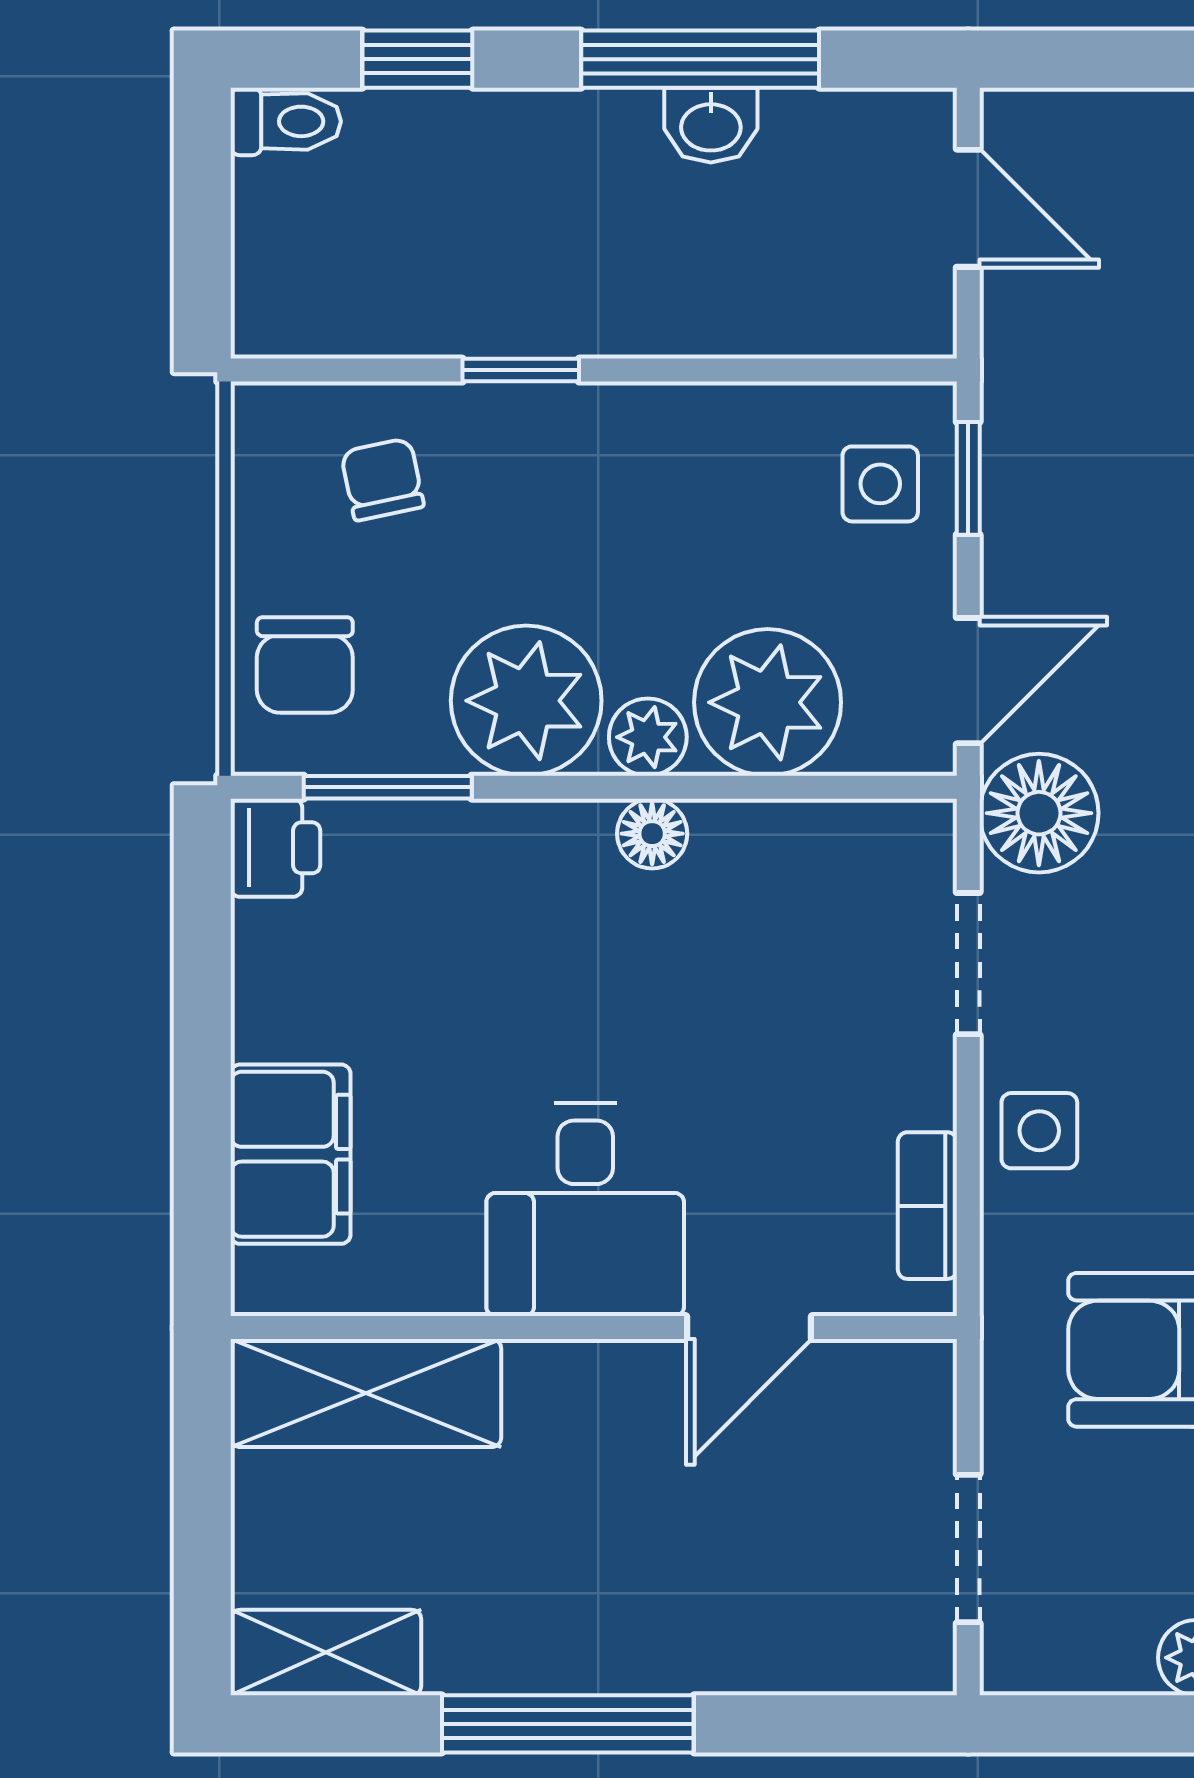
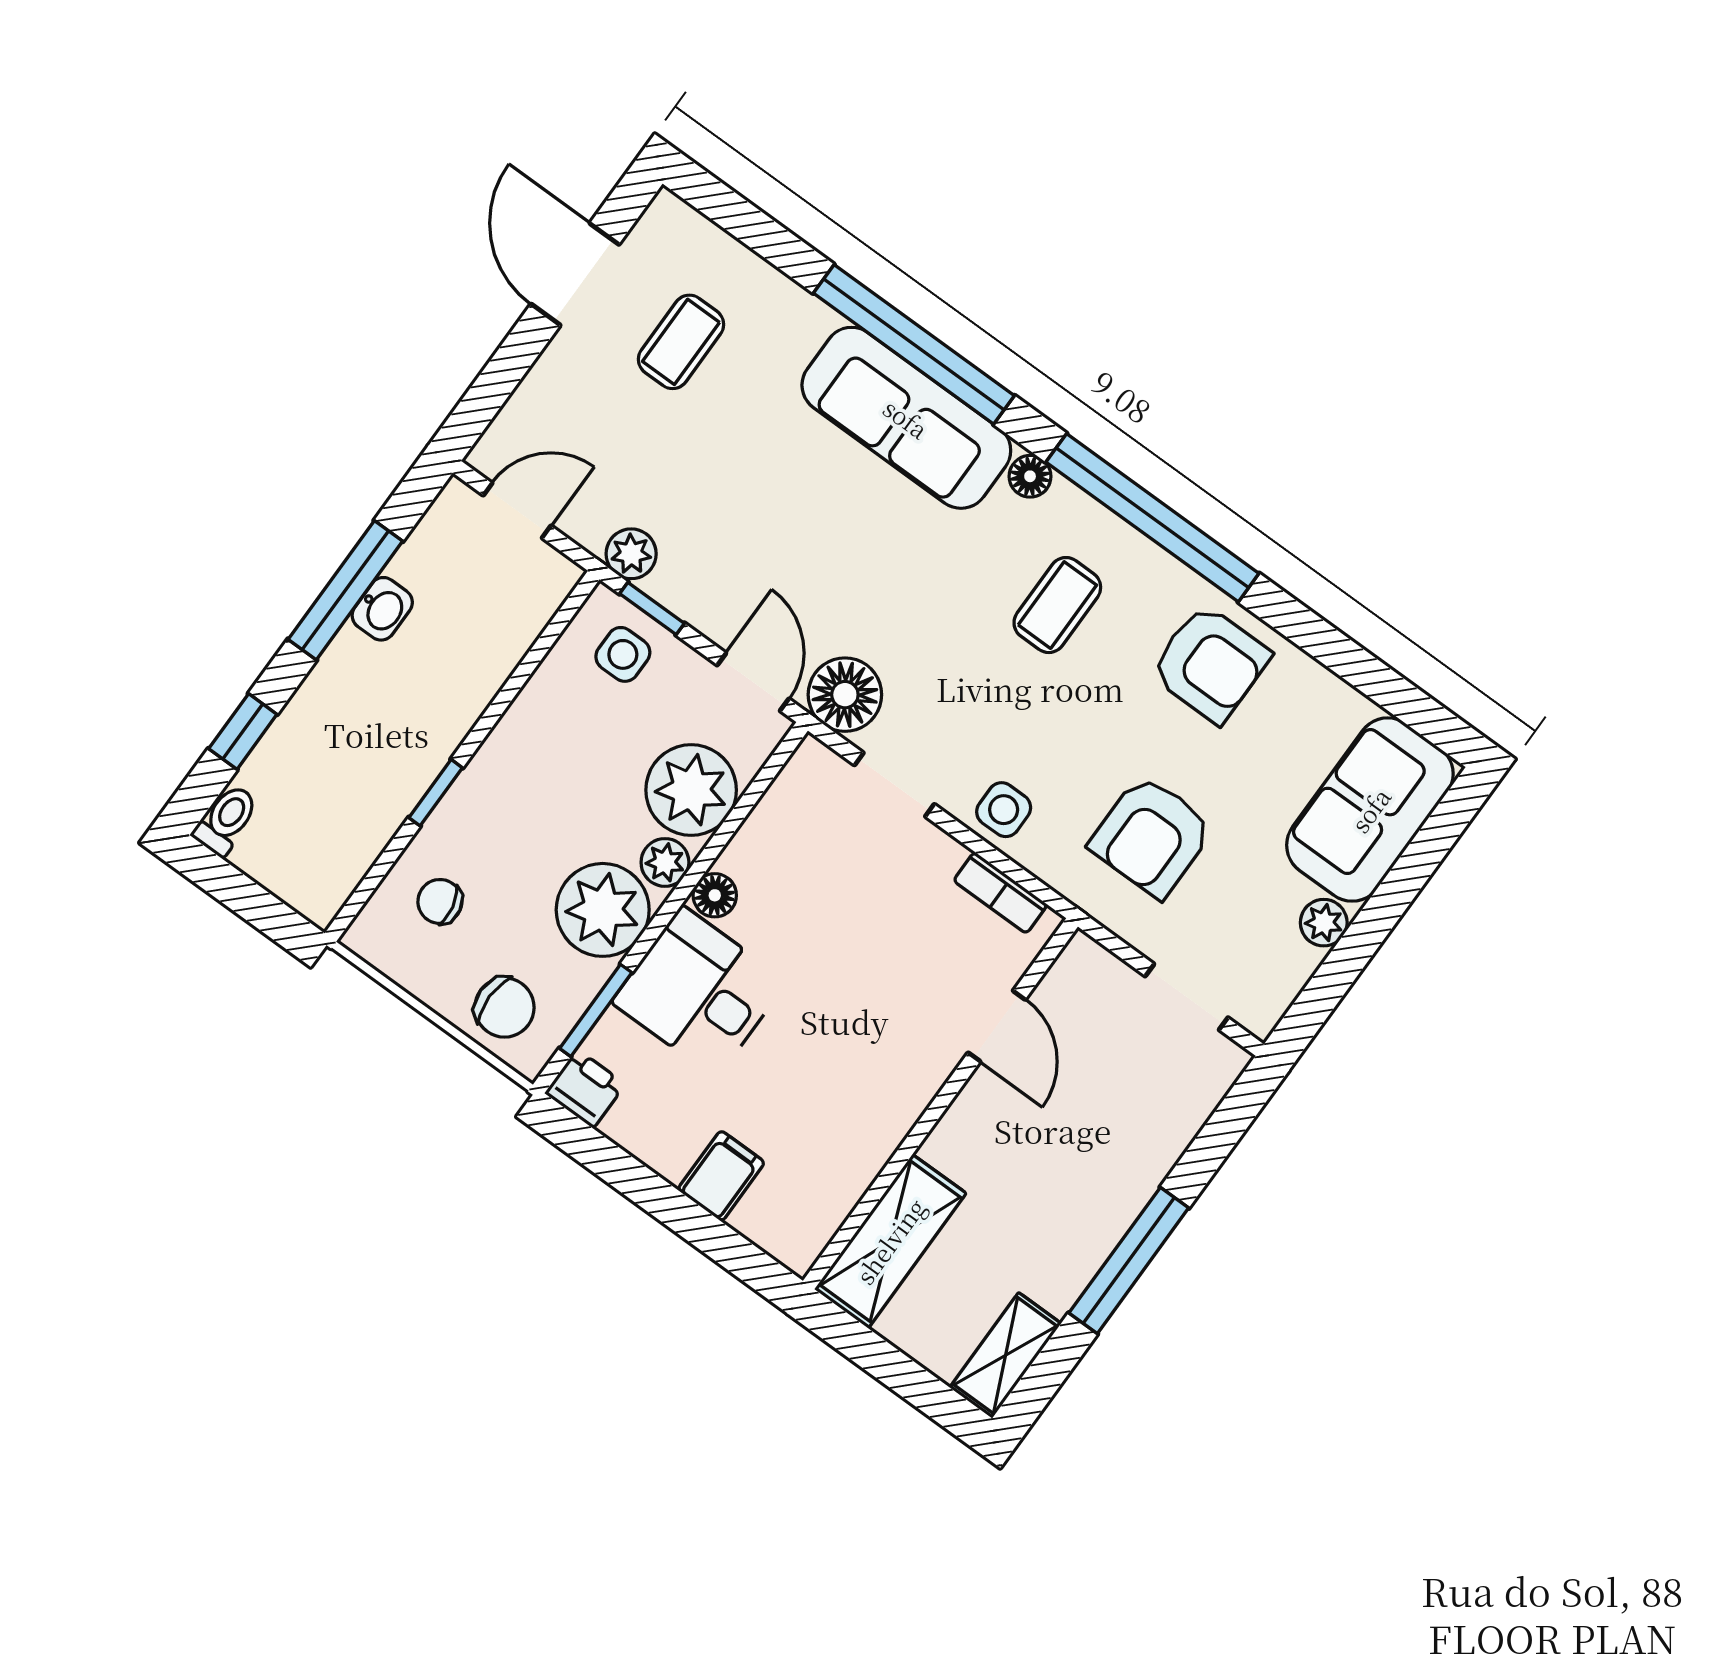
plant: (1020, 399) -> (631, 554), added
filing cabinet: (291, 1154) -> (721, 1176), width x0.50
desk: (585, 1210) -> (699, 992), moved, turned 180

